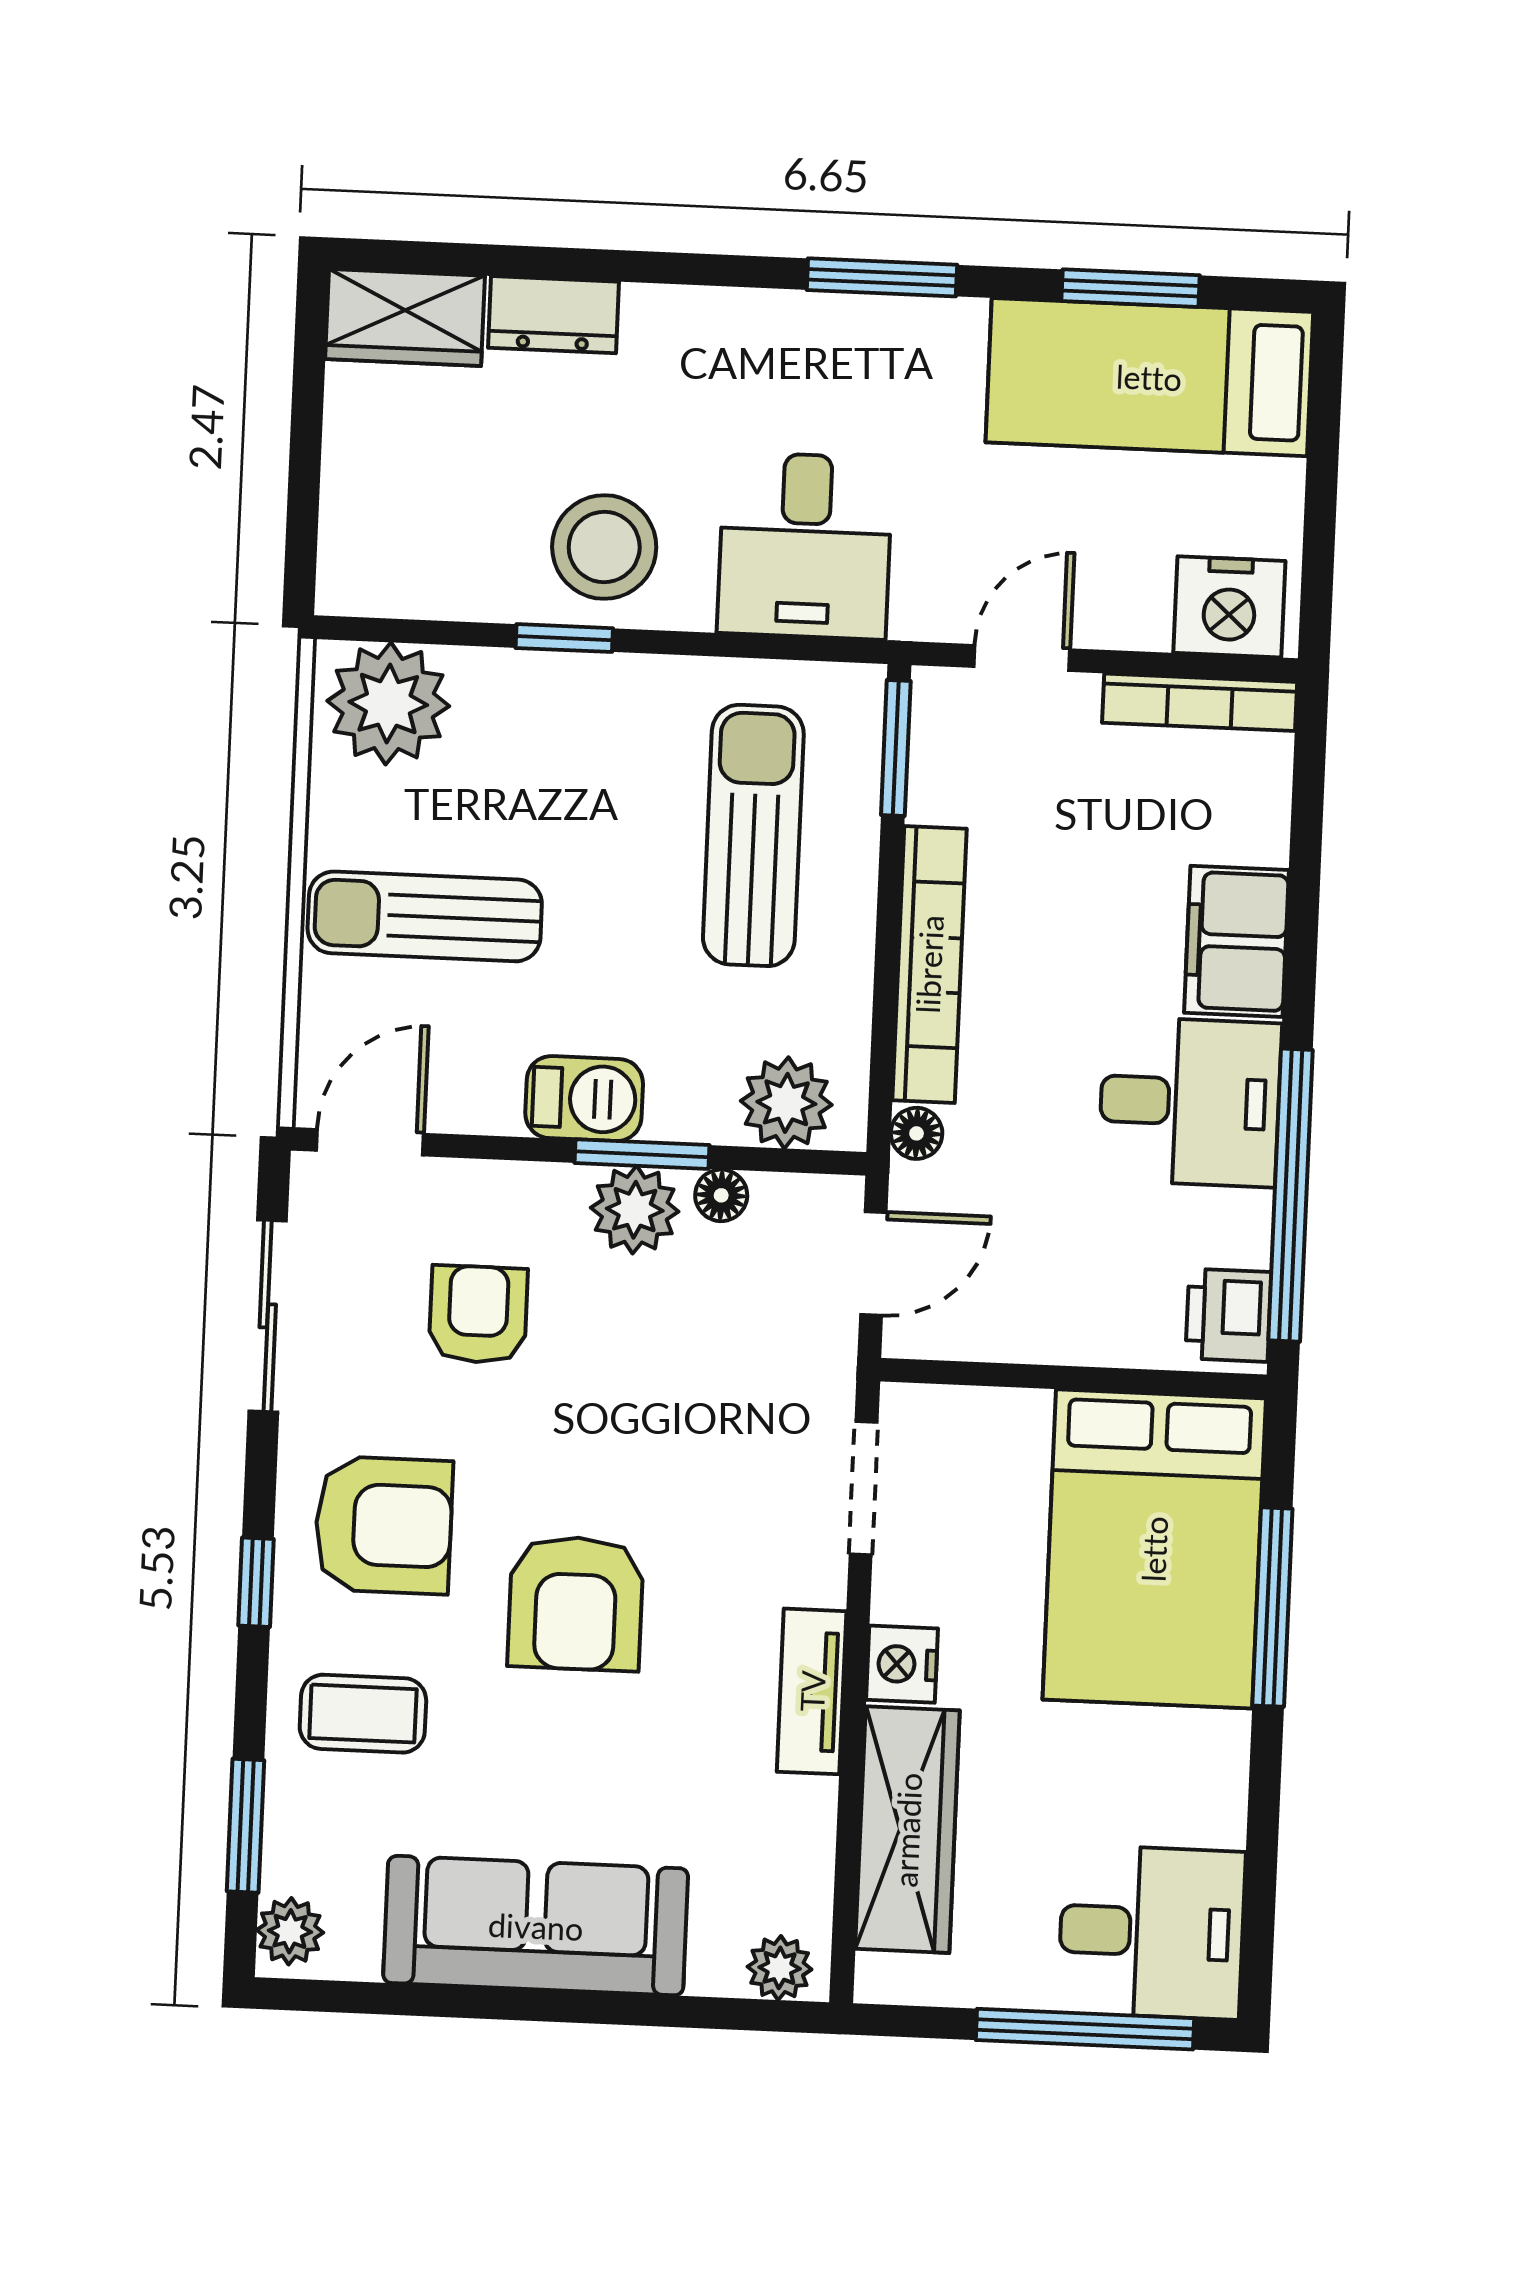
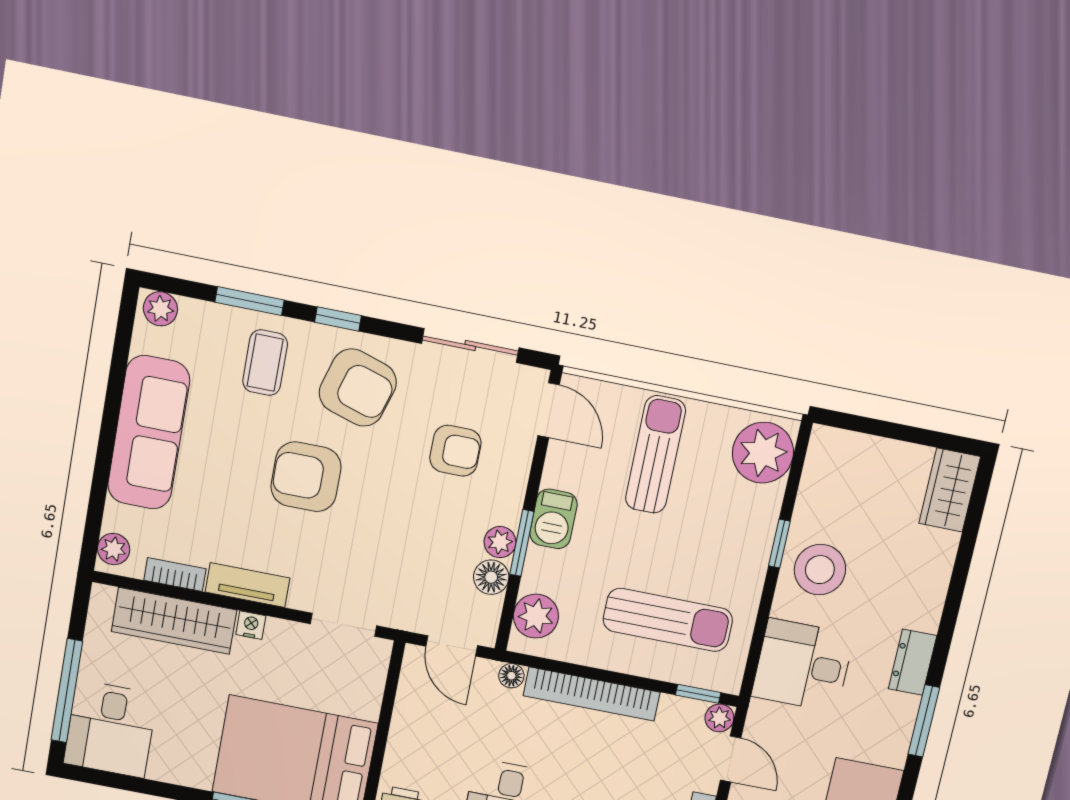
dresser: (554, 315) -> (913, 662), moved
plant: (939, 696) -> (719, 718), added
window: (896, 748) -> (698, 694), width x0.67
floor lamp: (721, 1195) -> (491, 577), width x1.37, depth x1.37
plant: (635, 1210) -> (500, 542), width x0.73, depth x0.73
armchair: (384, 1525) -> (358, 388), turned -73
nightstand: (902, 1664) -> (251, 625), width x0.72, depth x0.74
window: (245, 1826) -> (249, 301), moved
bookcase: (812, 1839) -> (175, 574), added

